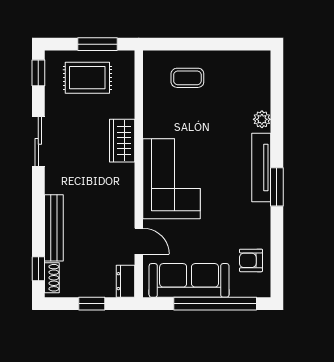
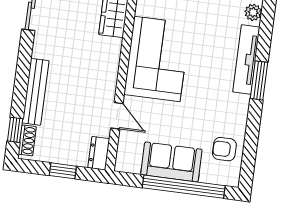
sofa: (189, 280) -> (171, 162), width x0.73

